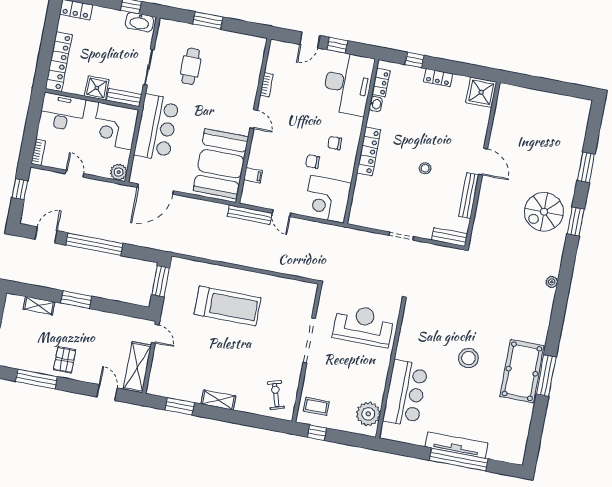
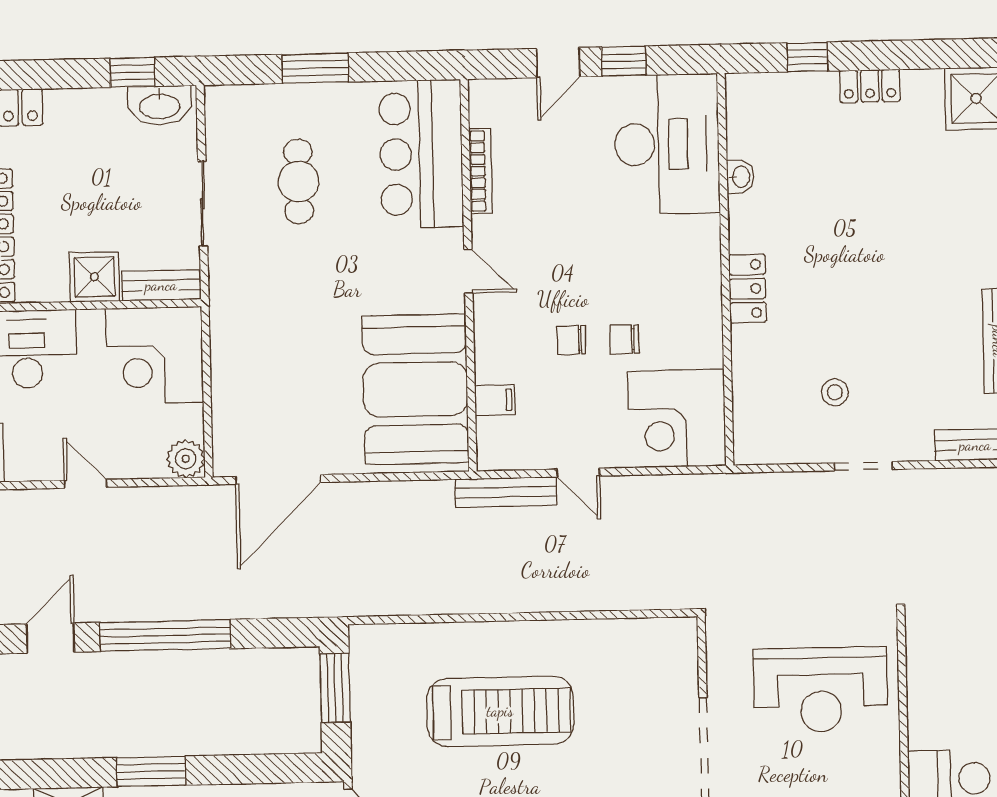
locker: (381, 83) -> (742, 126), removed
bookcase: (266, 85) -> (481, 171), width x1.56
bar counter: (157, 127) -> (421, 154), moved, turned 180
chair: (335, 143) -> (571, 340), moved
locker: (369, 151) -> (748, 289), width x0.66
stool: (425, 168) -> (835, 392), moved
reception desk: (363, 325) -> (821, 690), turned 180

